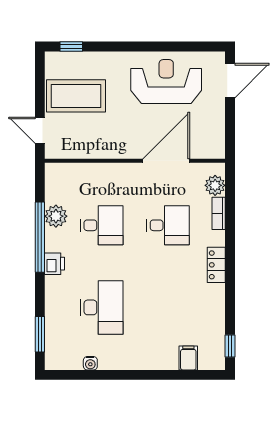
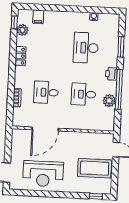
plant: (215, 185) -> (22, 30), moved
locker: (216, 265) -> (20, 56), moved
window: (40, 334) -> (121, 47), moved

